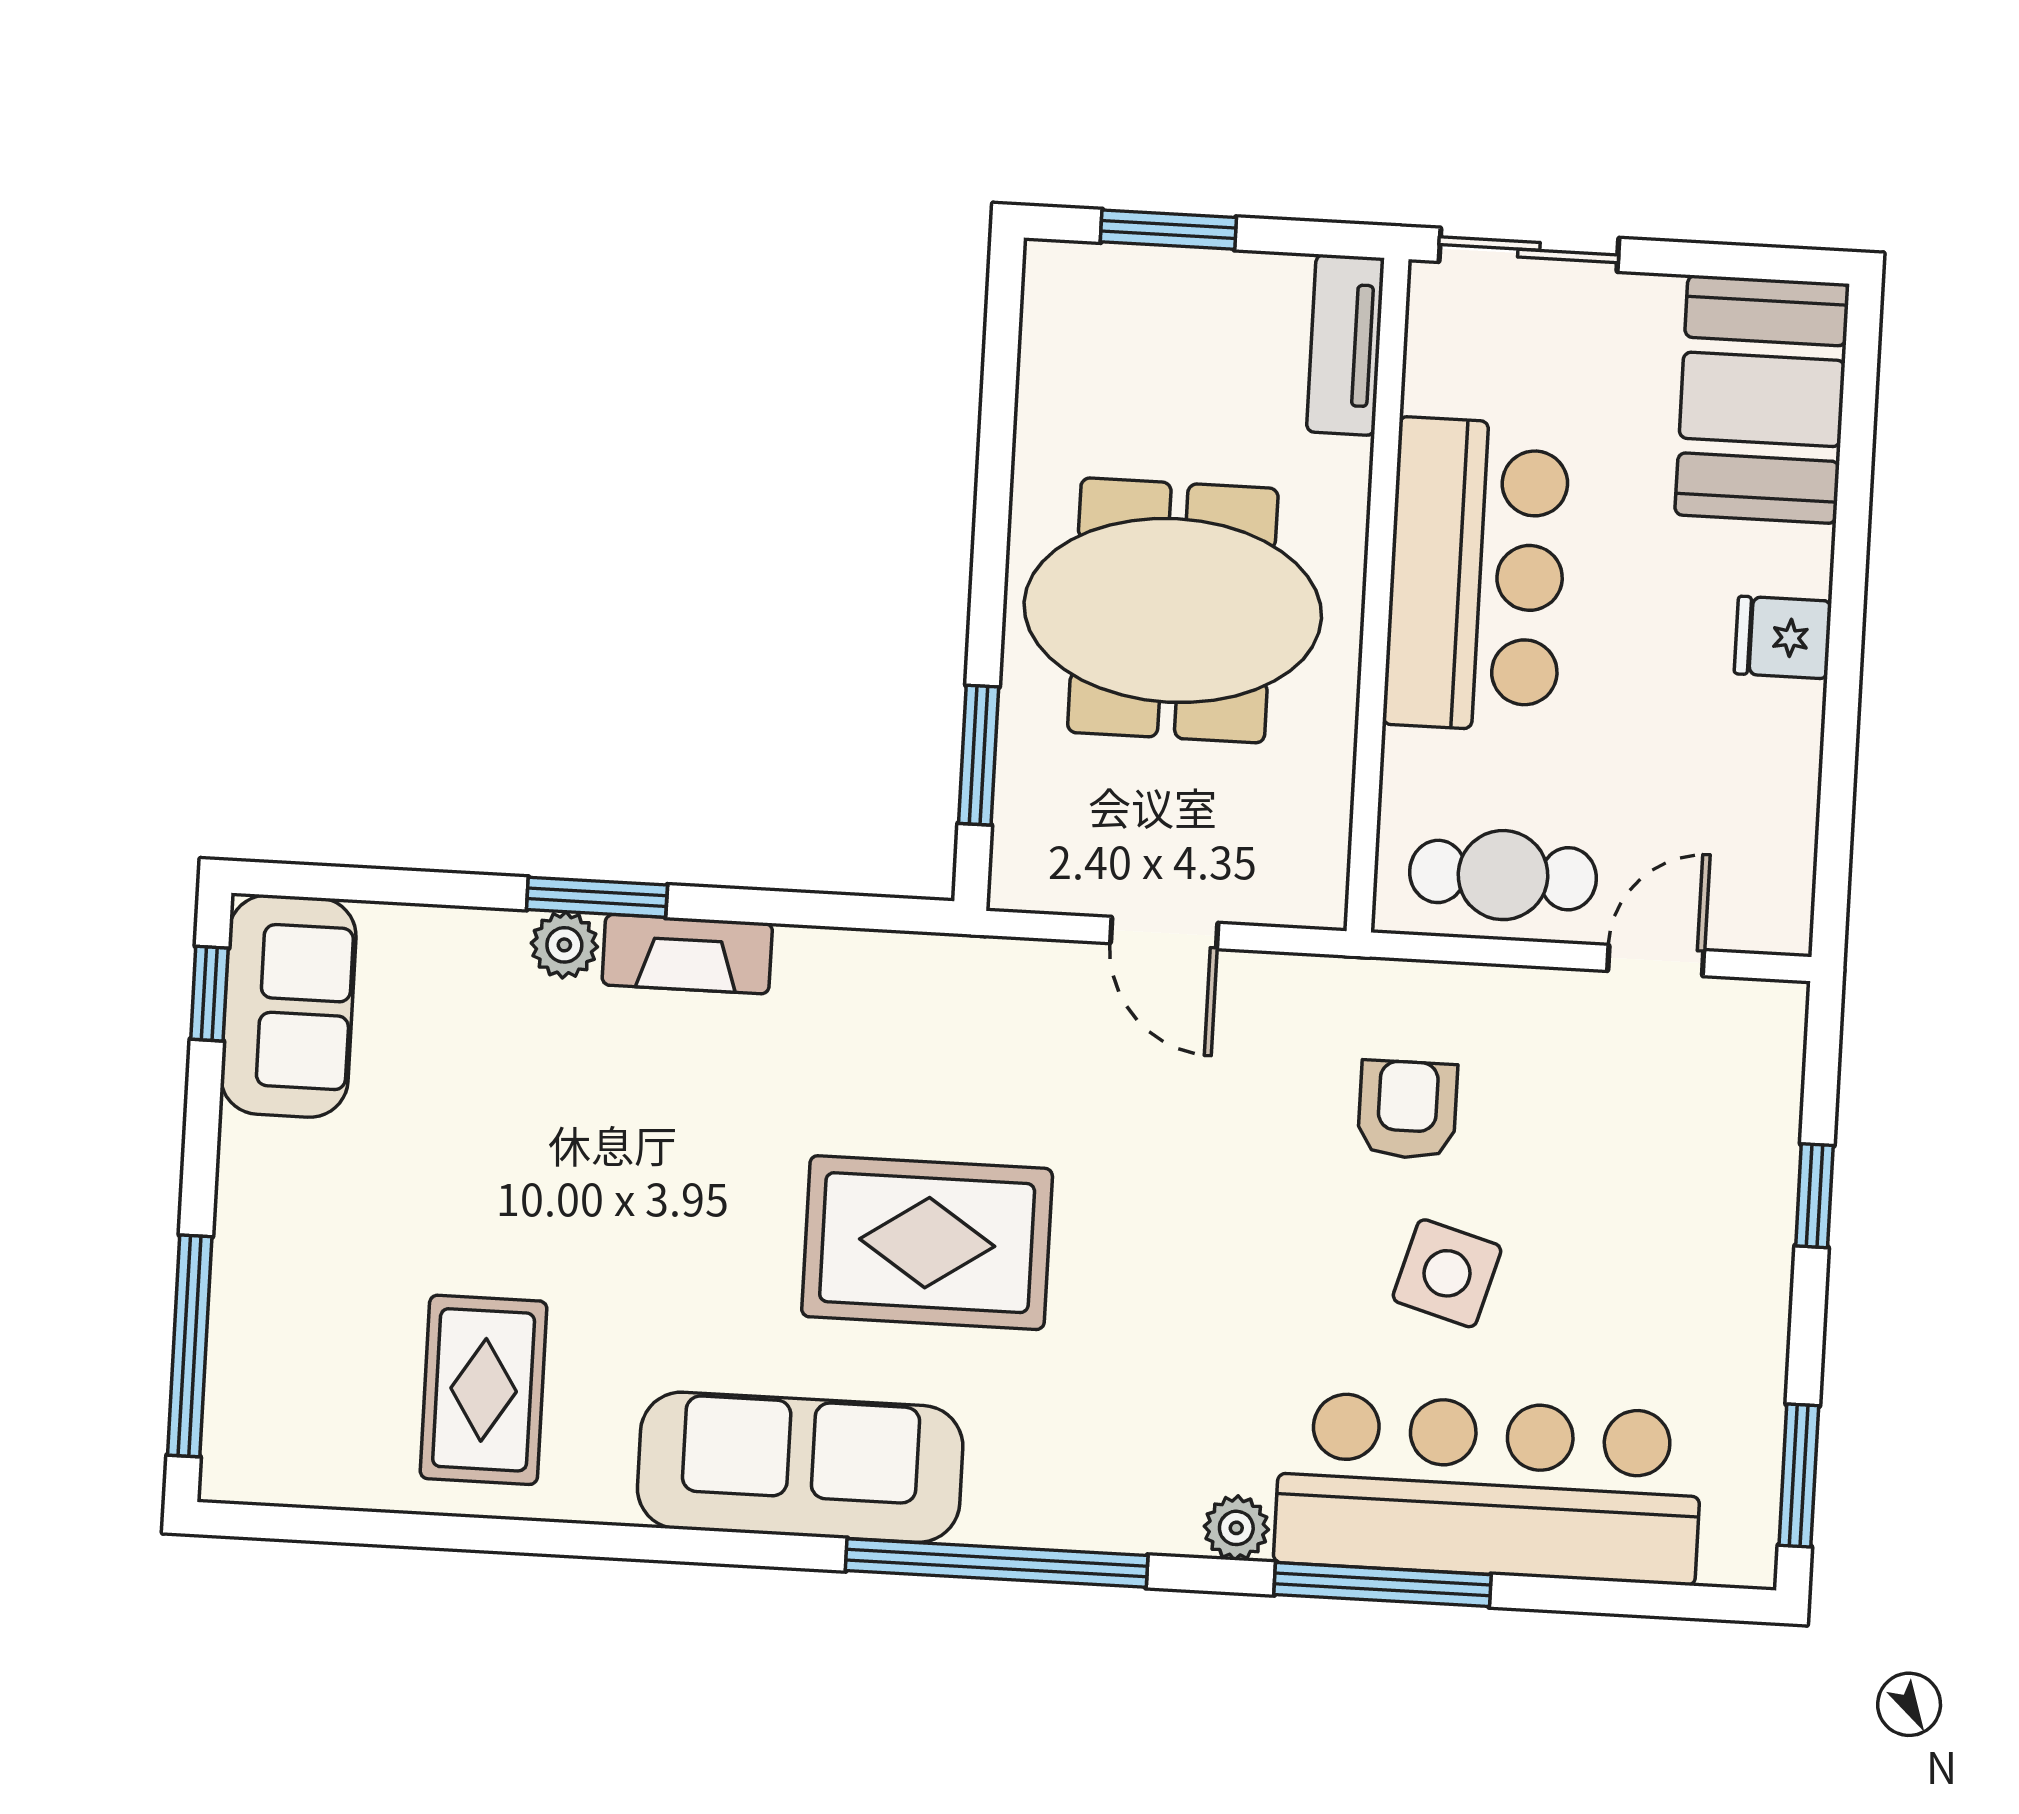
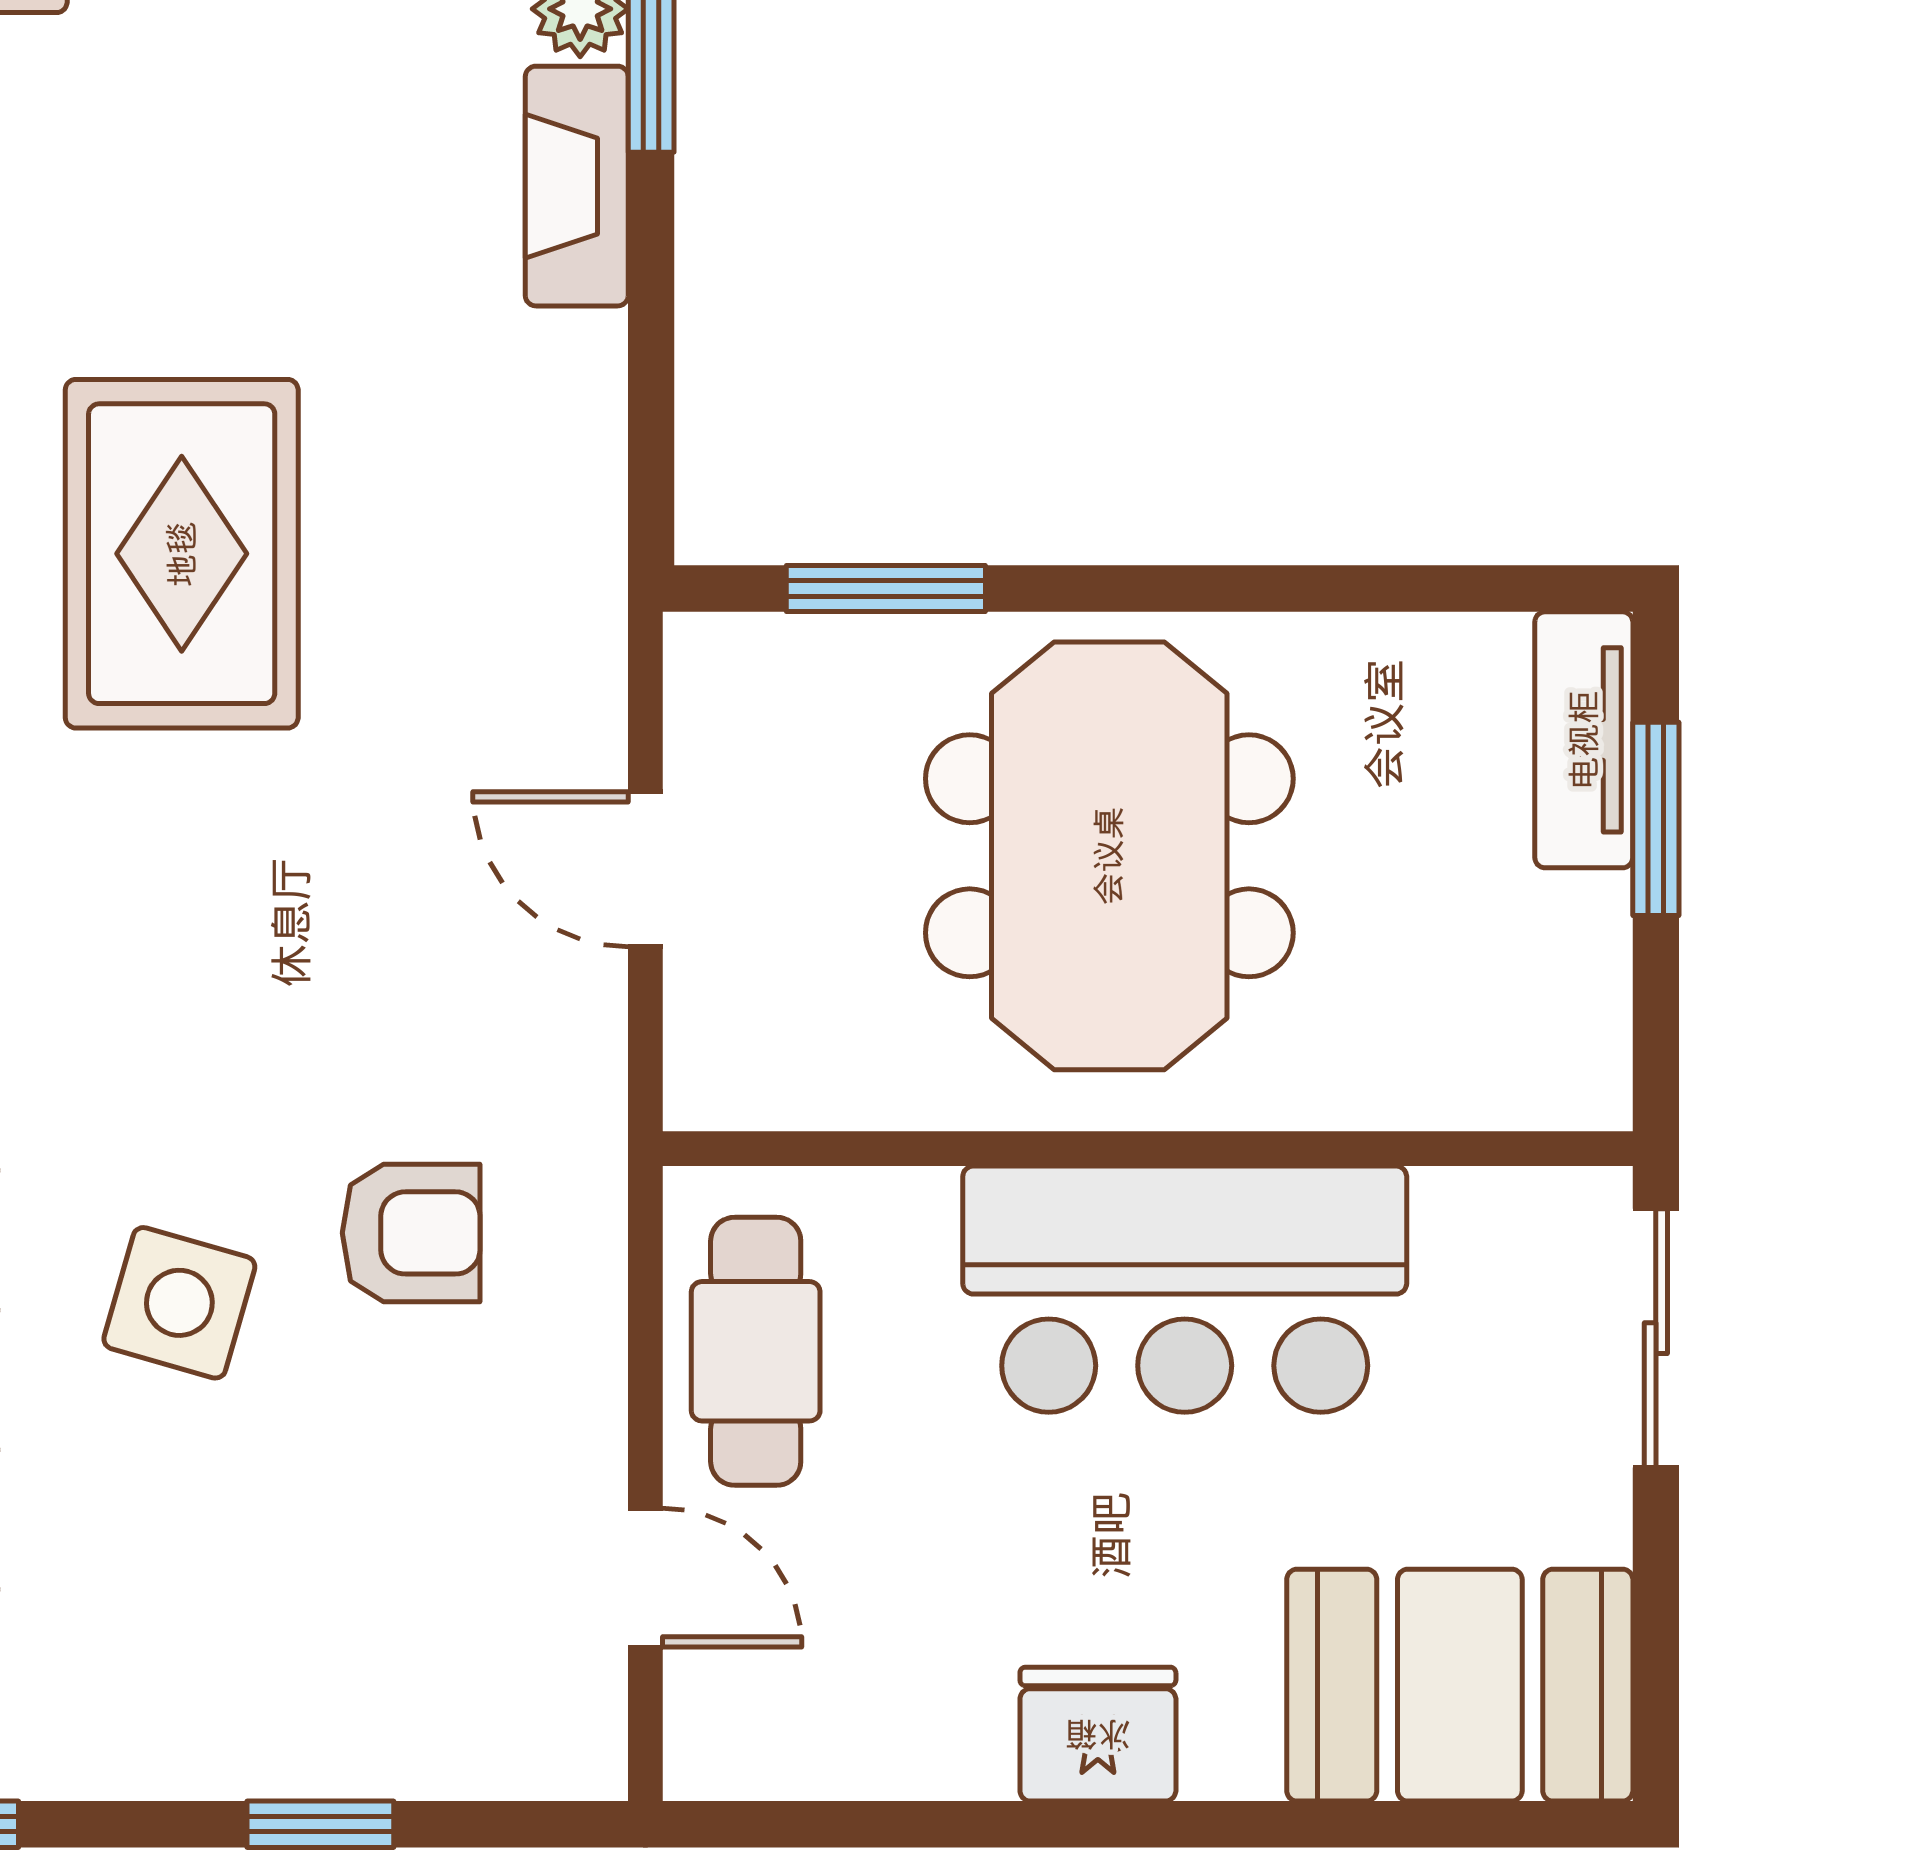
tv unit: (1345, 345) -> (1584, 740), moved, turned -90
fridge: (1783, 637) -> (1098, 1734), width x1.38
door: (1164, 933) -> (645, 869), hinge flipped

